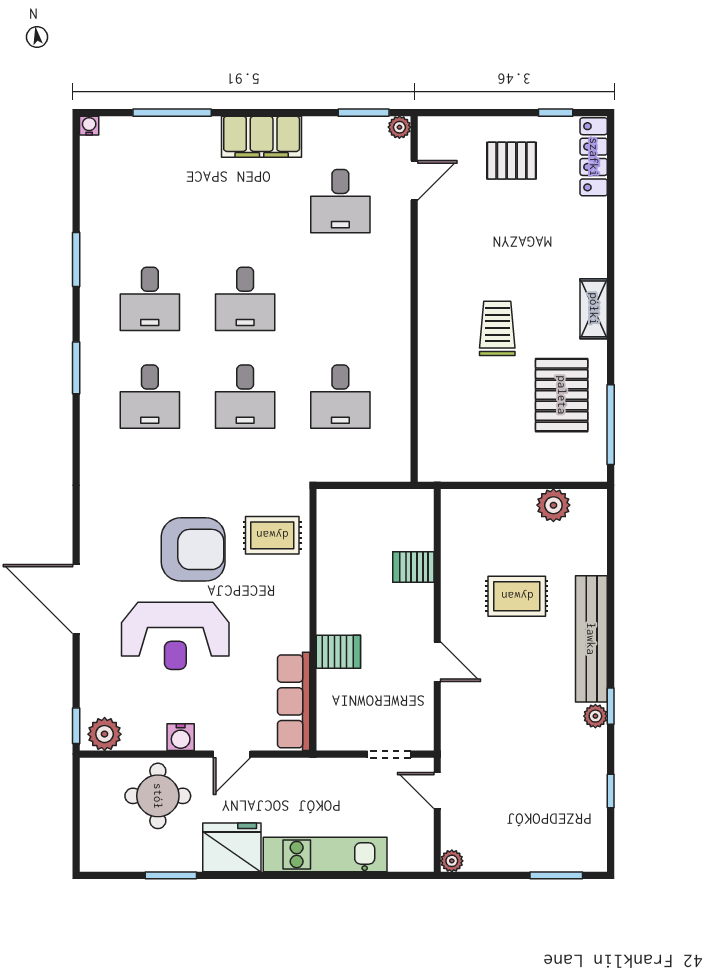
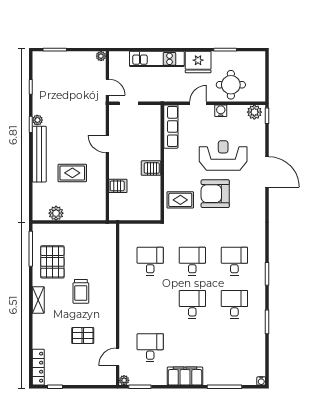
pallet: (512, 161) -> (83, 336), moved
server rack: (338, 652) -> (151, 168), moved

